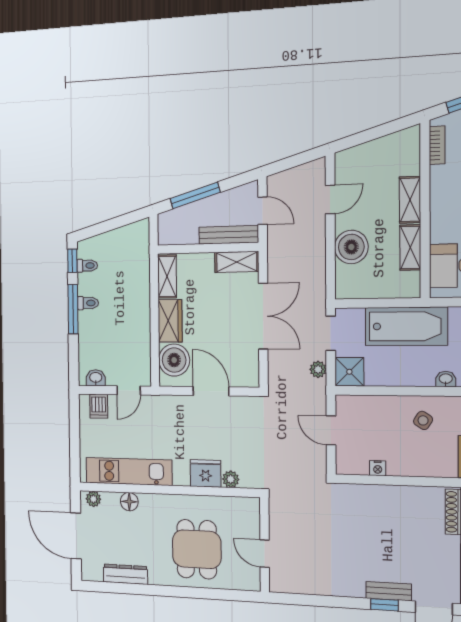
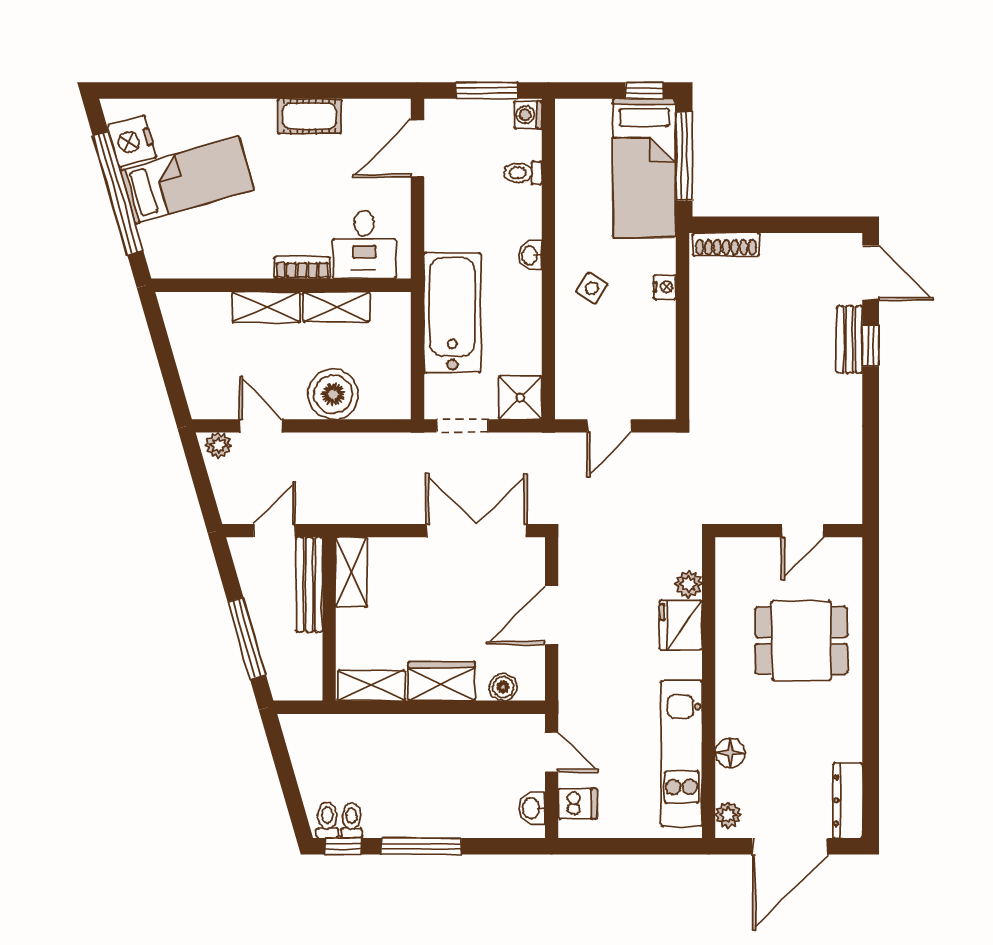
bookcase: (437, 145) -> (302, 268), moved
toilet: (88, 303) -> (327, 820), moved
double door: (263, 316) -> (476, 531), moved
boiler: (174, 360) -> (503, 687), width x0.54, depth x0.54
plant: (318, 369) -> (218, 445), moved
nightstand: (378, 468) -> (665, 287), moved
dresser: (125, 574) -> (848, 800), moved

